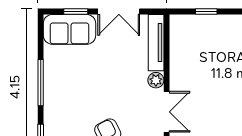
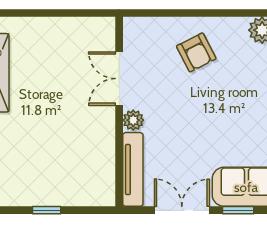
window: (206, 12) -> (47, 210), moved

